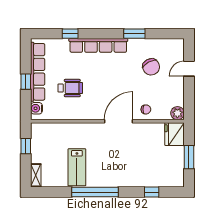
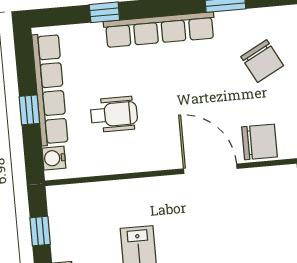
chair: (146, 109) -> (260, 142), width x1.87, depth x1.87
door: (119, 121) -> (210, 169), hinge flipped

